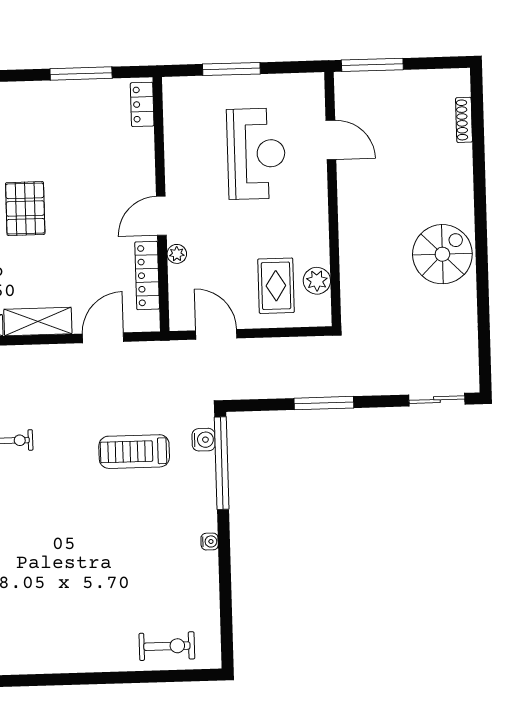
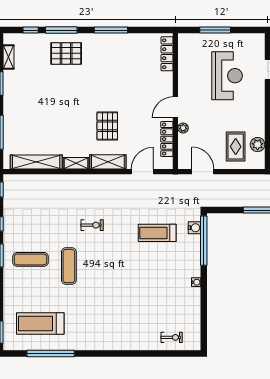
window: (81, 73) -> (111, 30), moved
locker: (142, 104) -> (167, 54), width x1.53
pallet: (25, 209) -> (107, 126), moved
exercise bike: (167, 646) -> (172, 337), width x0.73, depth x0.72

